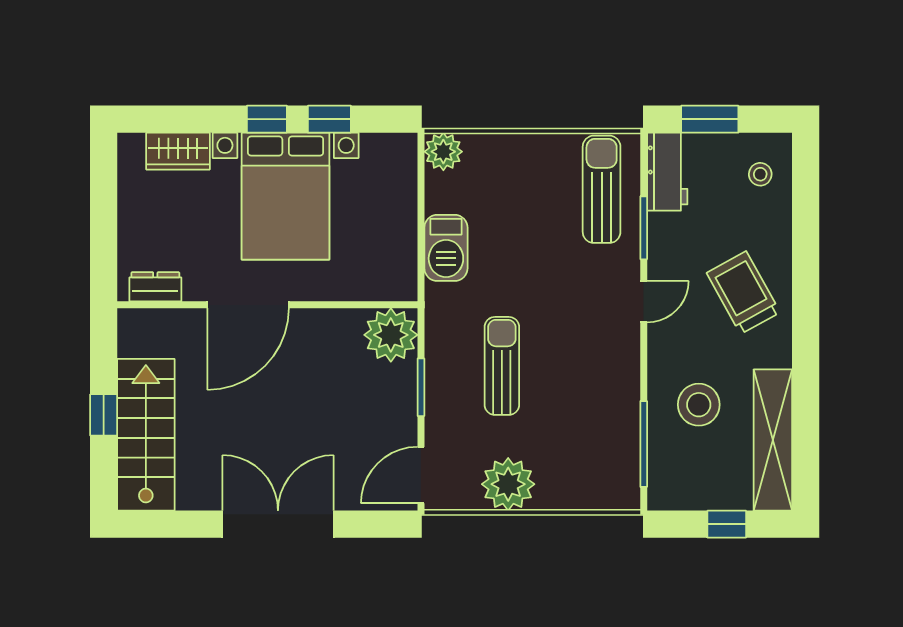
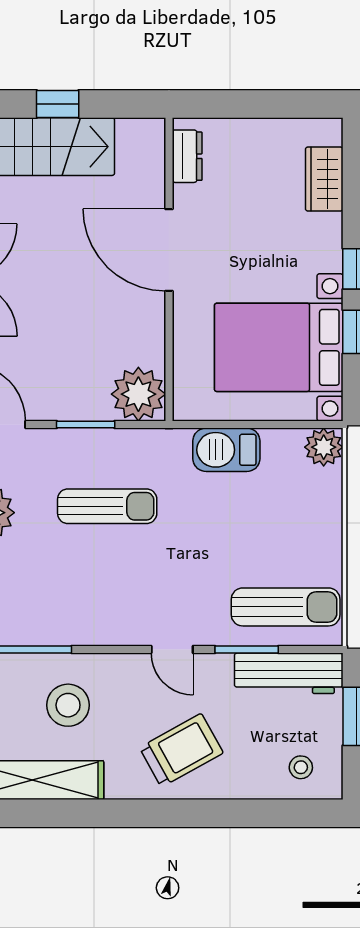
workbench: (667, 172) -> (289, 673), width x1.37
bed with nightstands: (286, 196) -> (279, 347), moved

